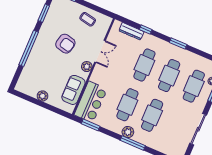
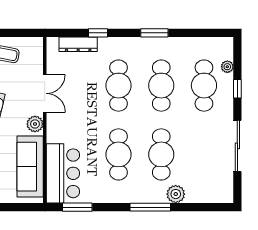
sofa: (73, 90) -> (30, 167), width x1.36
plant: (128, 132) -> (176, 194), moved

